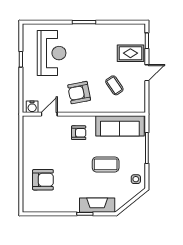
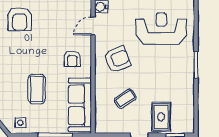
reception desk: (52, 53) -> (161, 29), turned 180
armchair: (79, 93) -> (117, 59), turned 79
door: (49, 114) -> (93, 26), swing flipped

